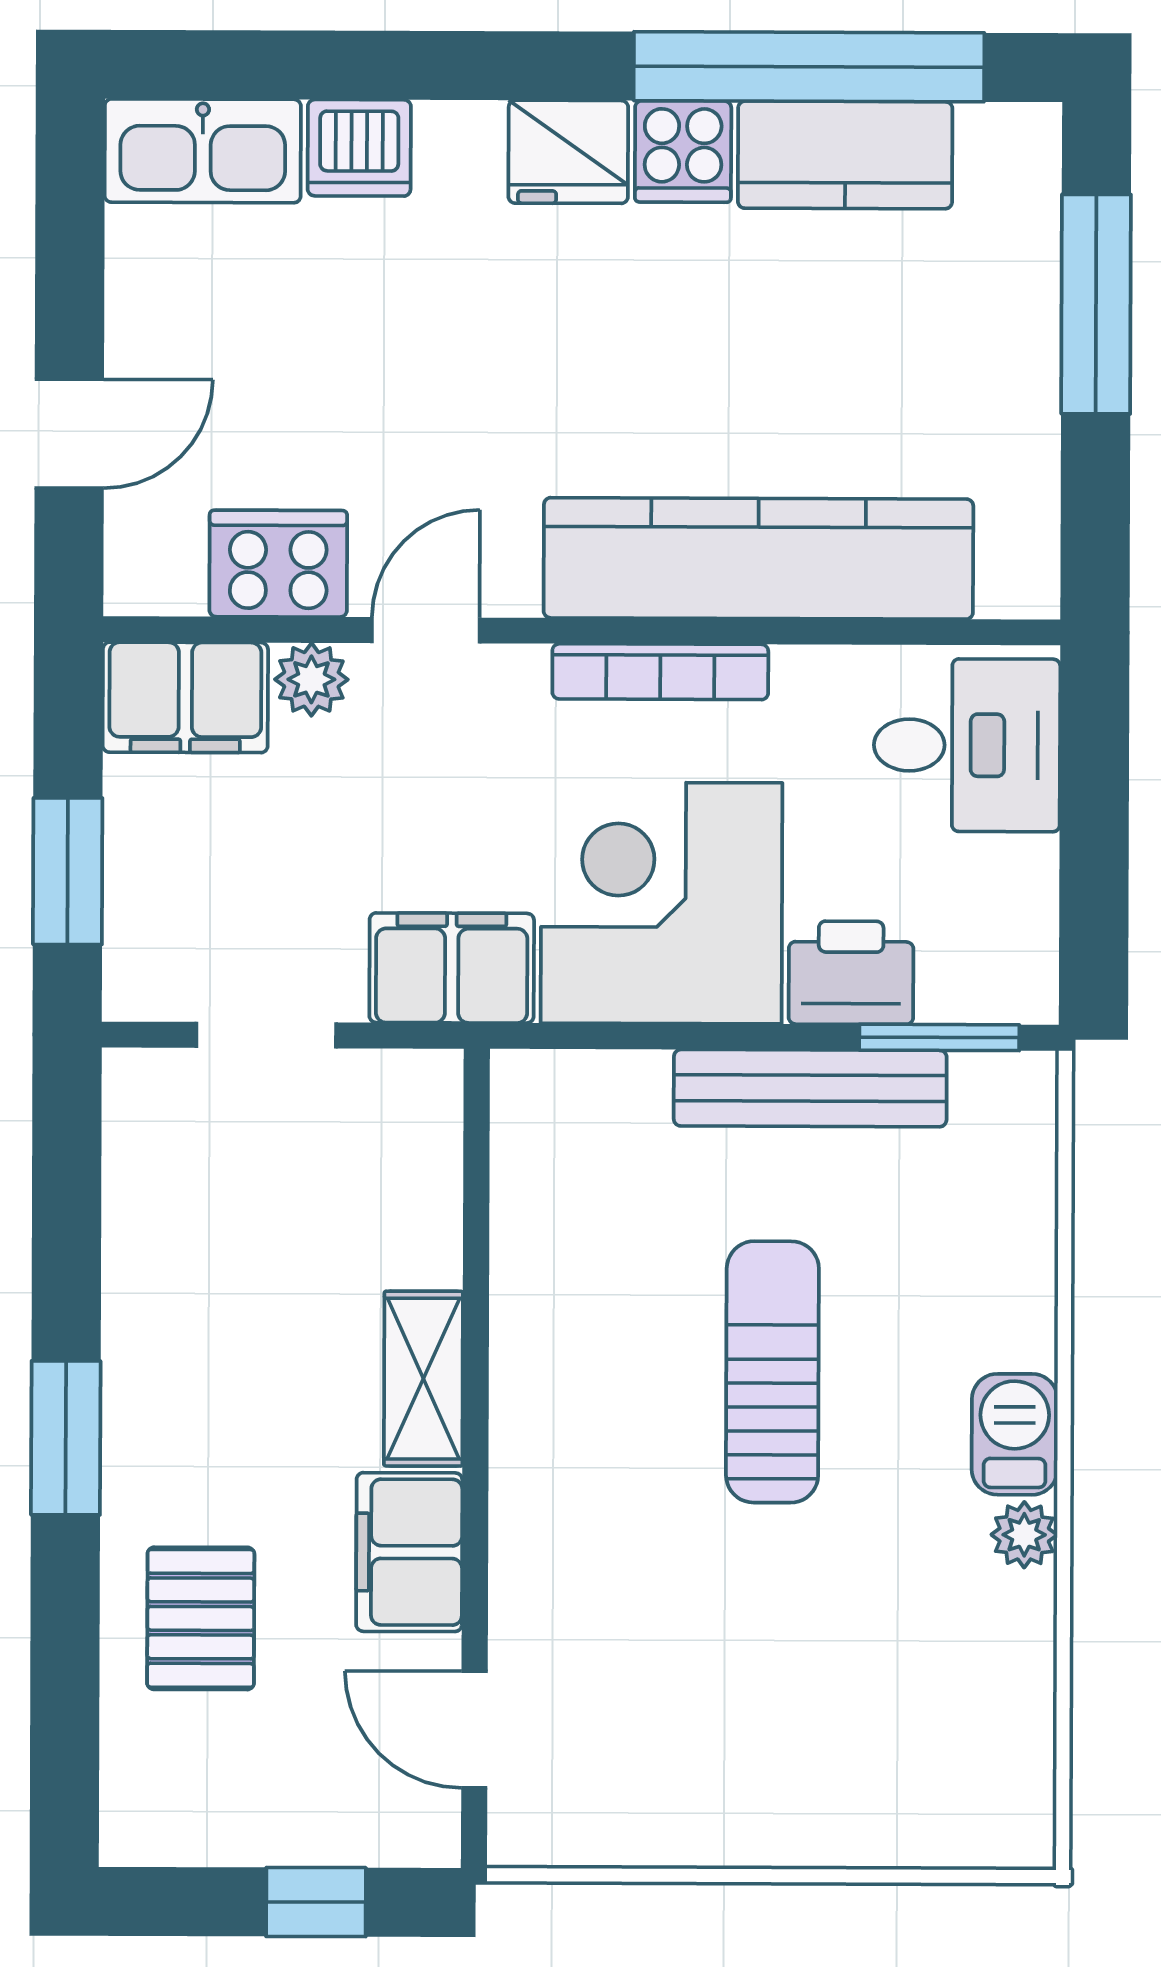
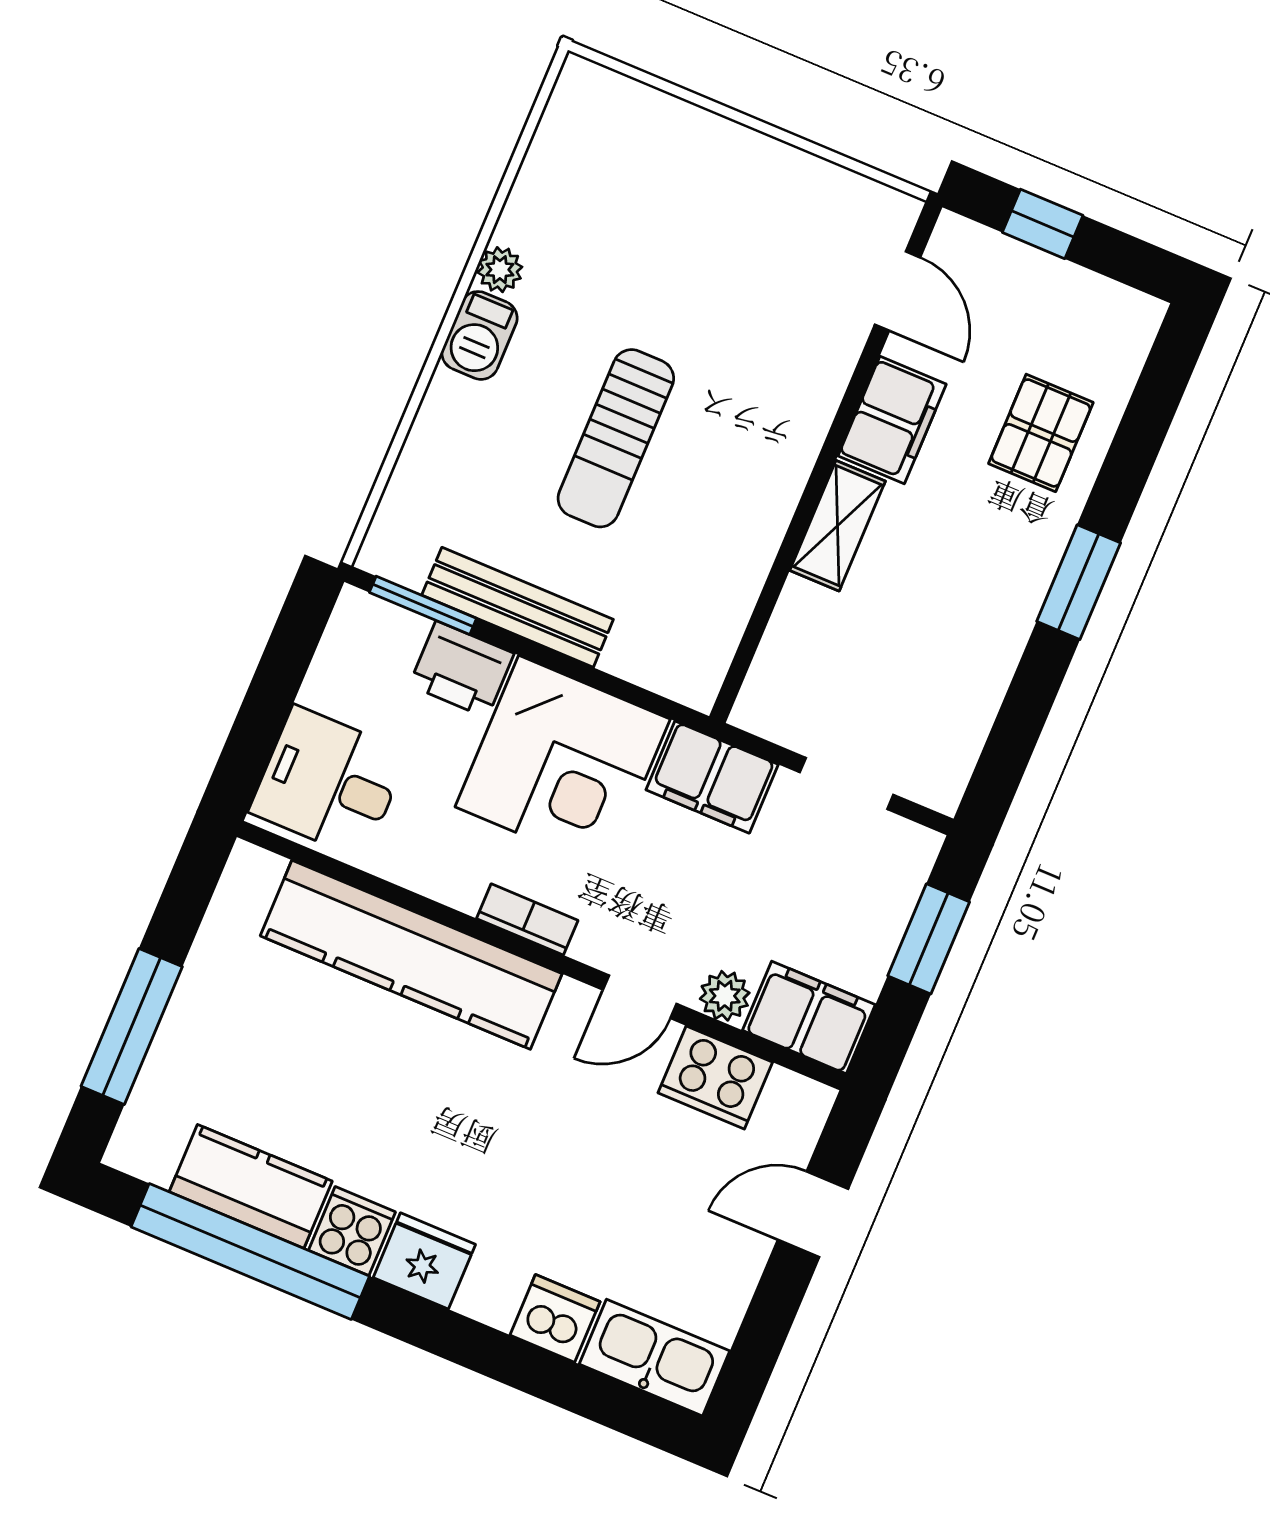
bookcase: (660, 672) -> (527, 919), width x0.64

